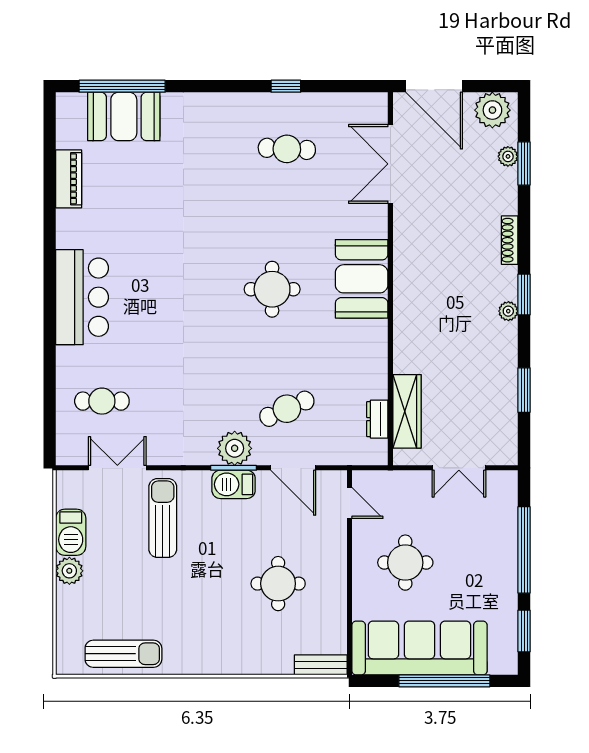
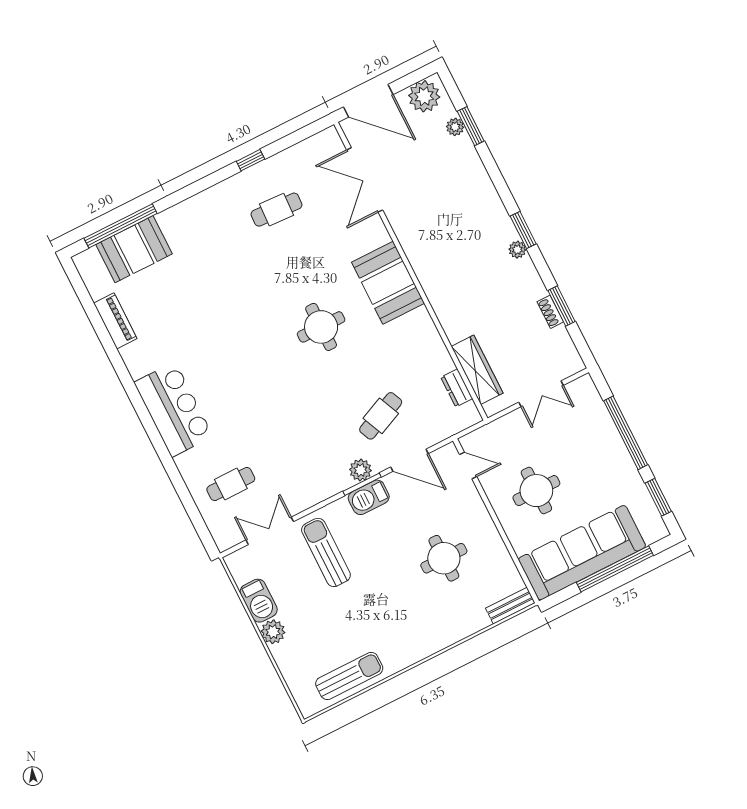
shoe rack: (510, 240) -> (550, 312), moved, width x0.70
plant: (235, 448) -> (361, 470), width x0.73, depth x0.73

